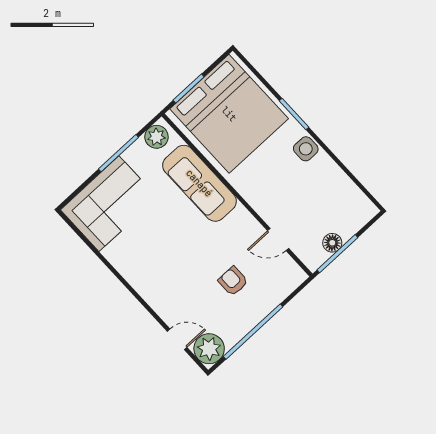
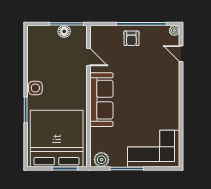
sofa: (199, 183) -> (101, 100), moved
armchair: (233, 281) -> (131, 38), moved
plant: (209, 349) -> (174, 30), width x0.53, depth x0.53

